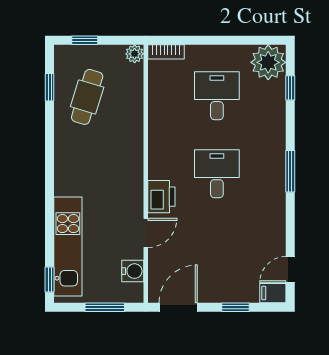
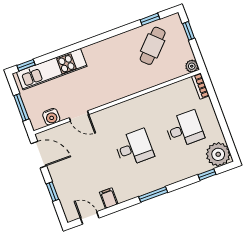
cafe table: (87, 97) -> (153, 46), turned -63
printer: (161, 197) -> (106, 118), removed
filing cabinet: (273, 293) -> (109, 198), moved

